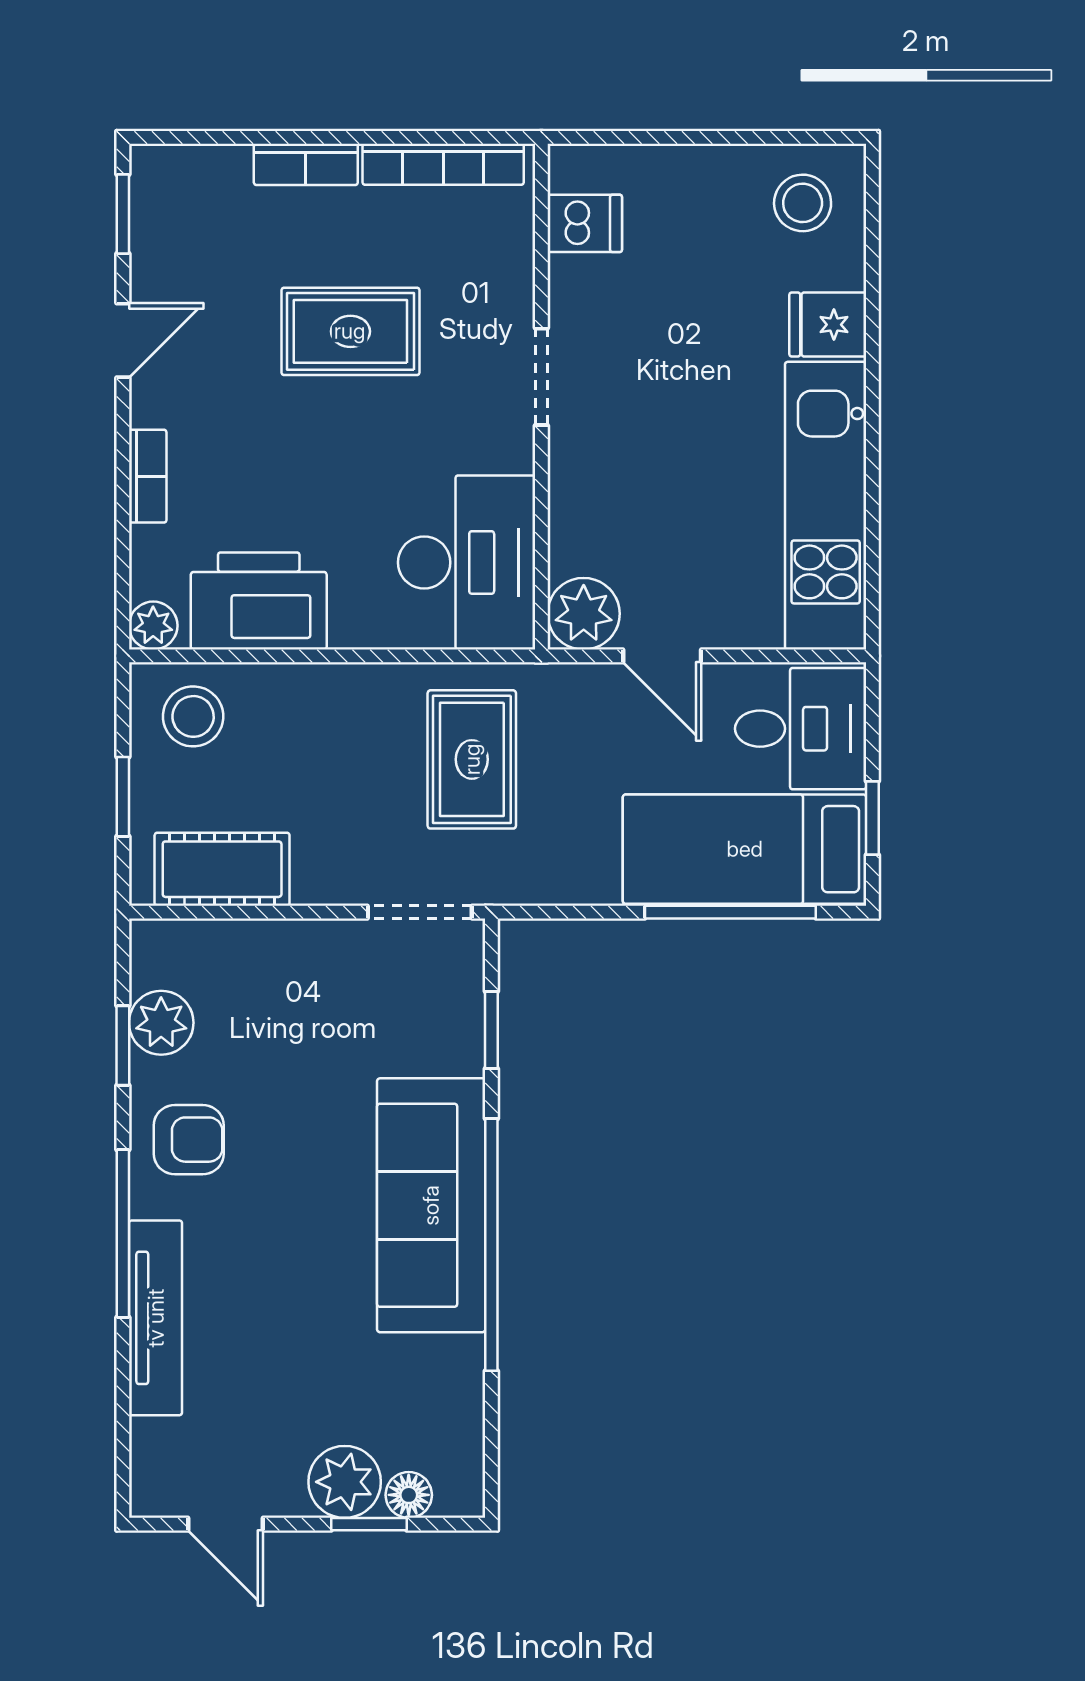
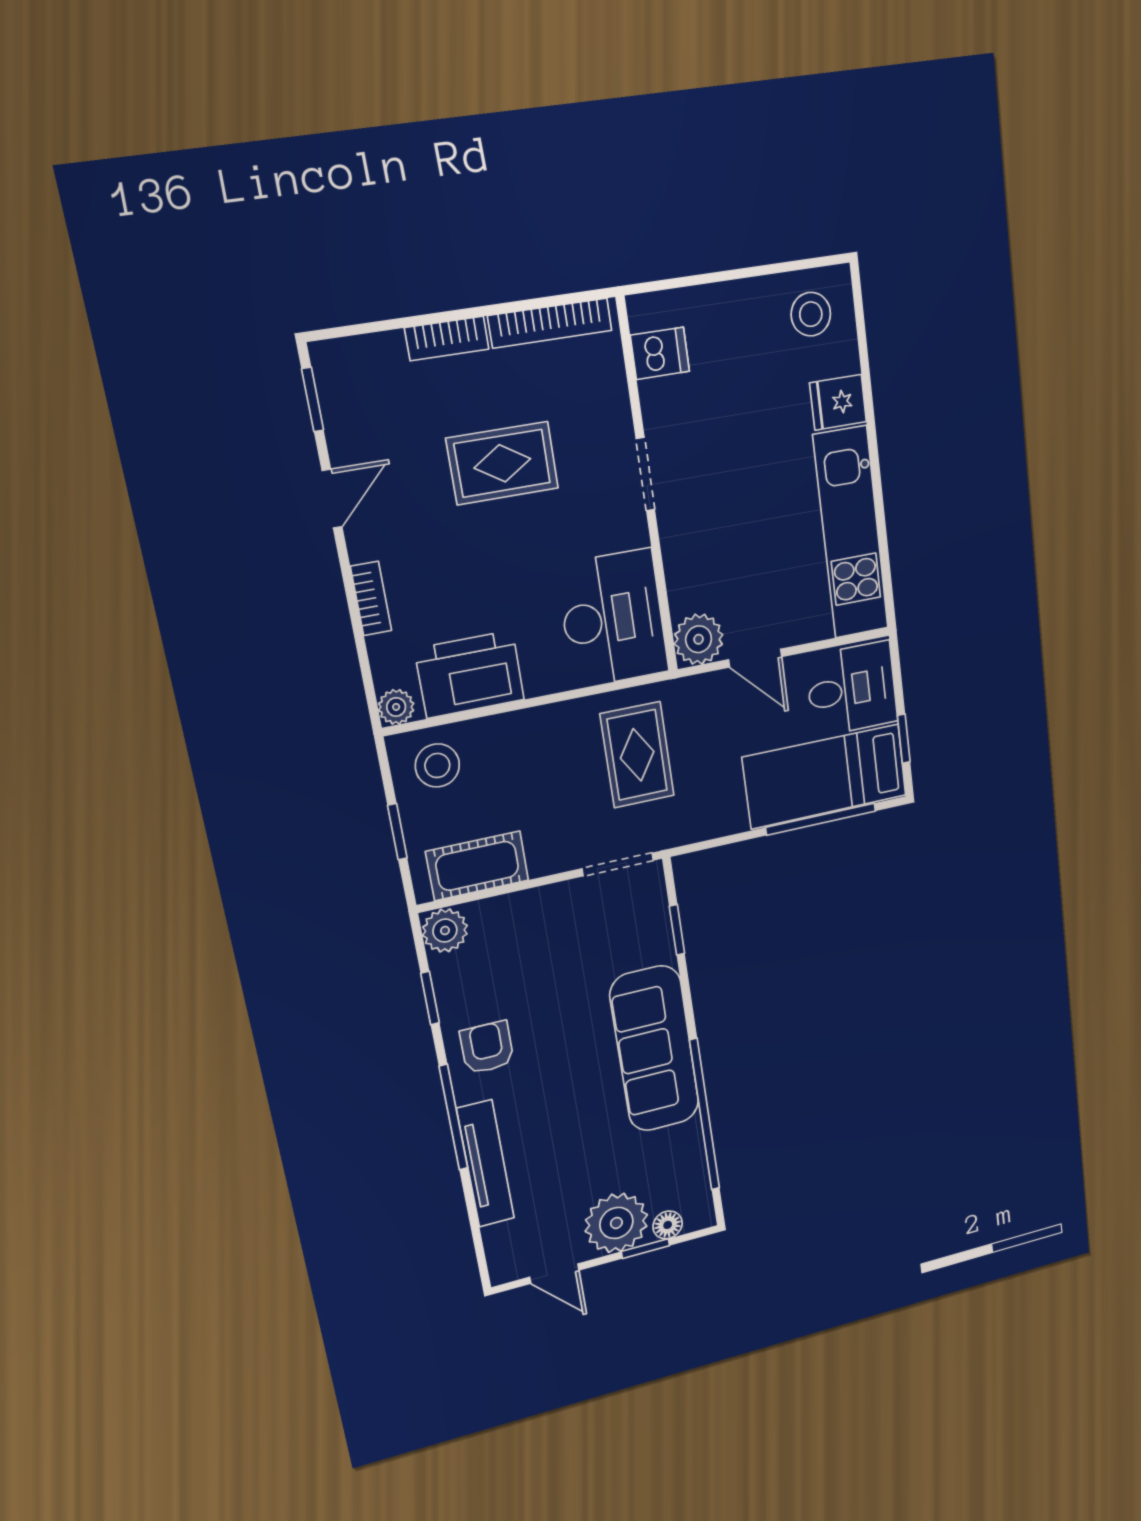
plant: (161, 1023) -> (445, 931), moved
armchair: (189, 1140) -> (487, 1048), turned -90
window: (491, 1245) -> (705, 1115), moved
plant: (345, 1482) -> (616, 1223), width x1.36, depth x1.36

